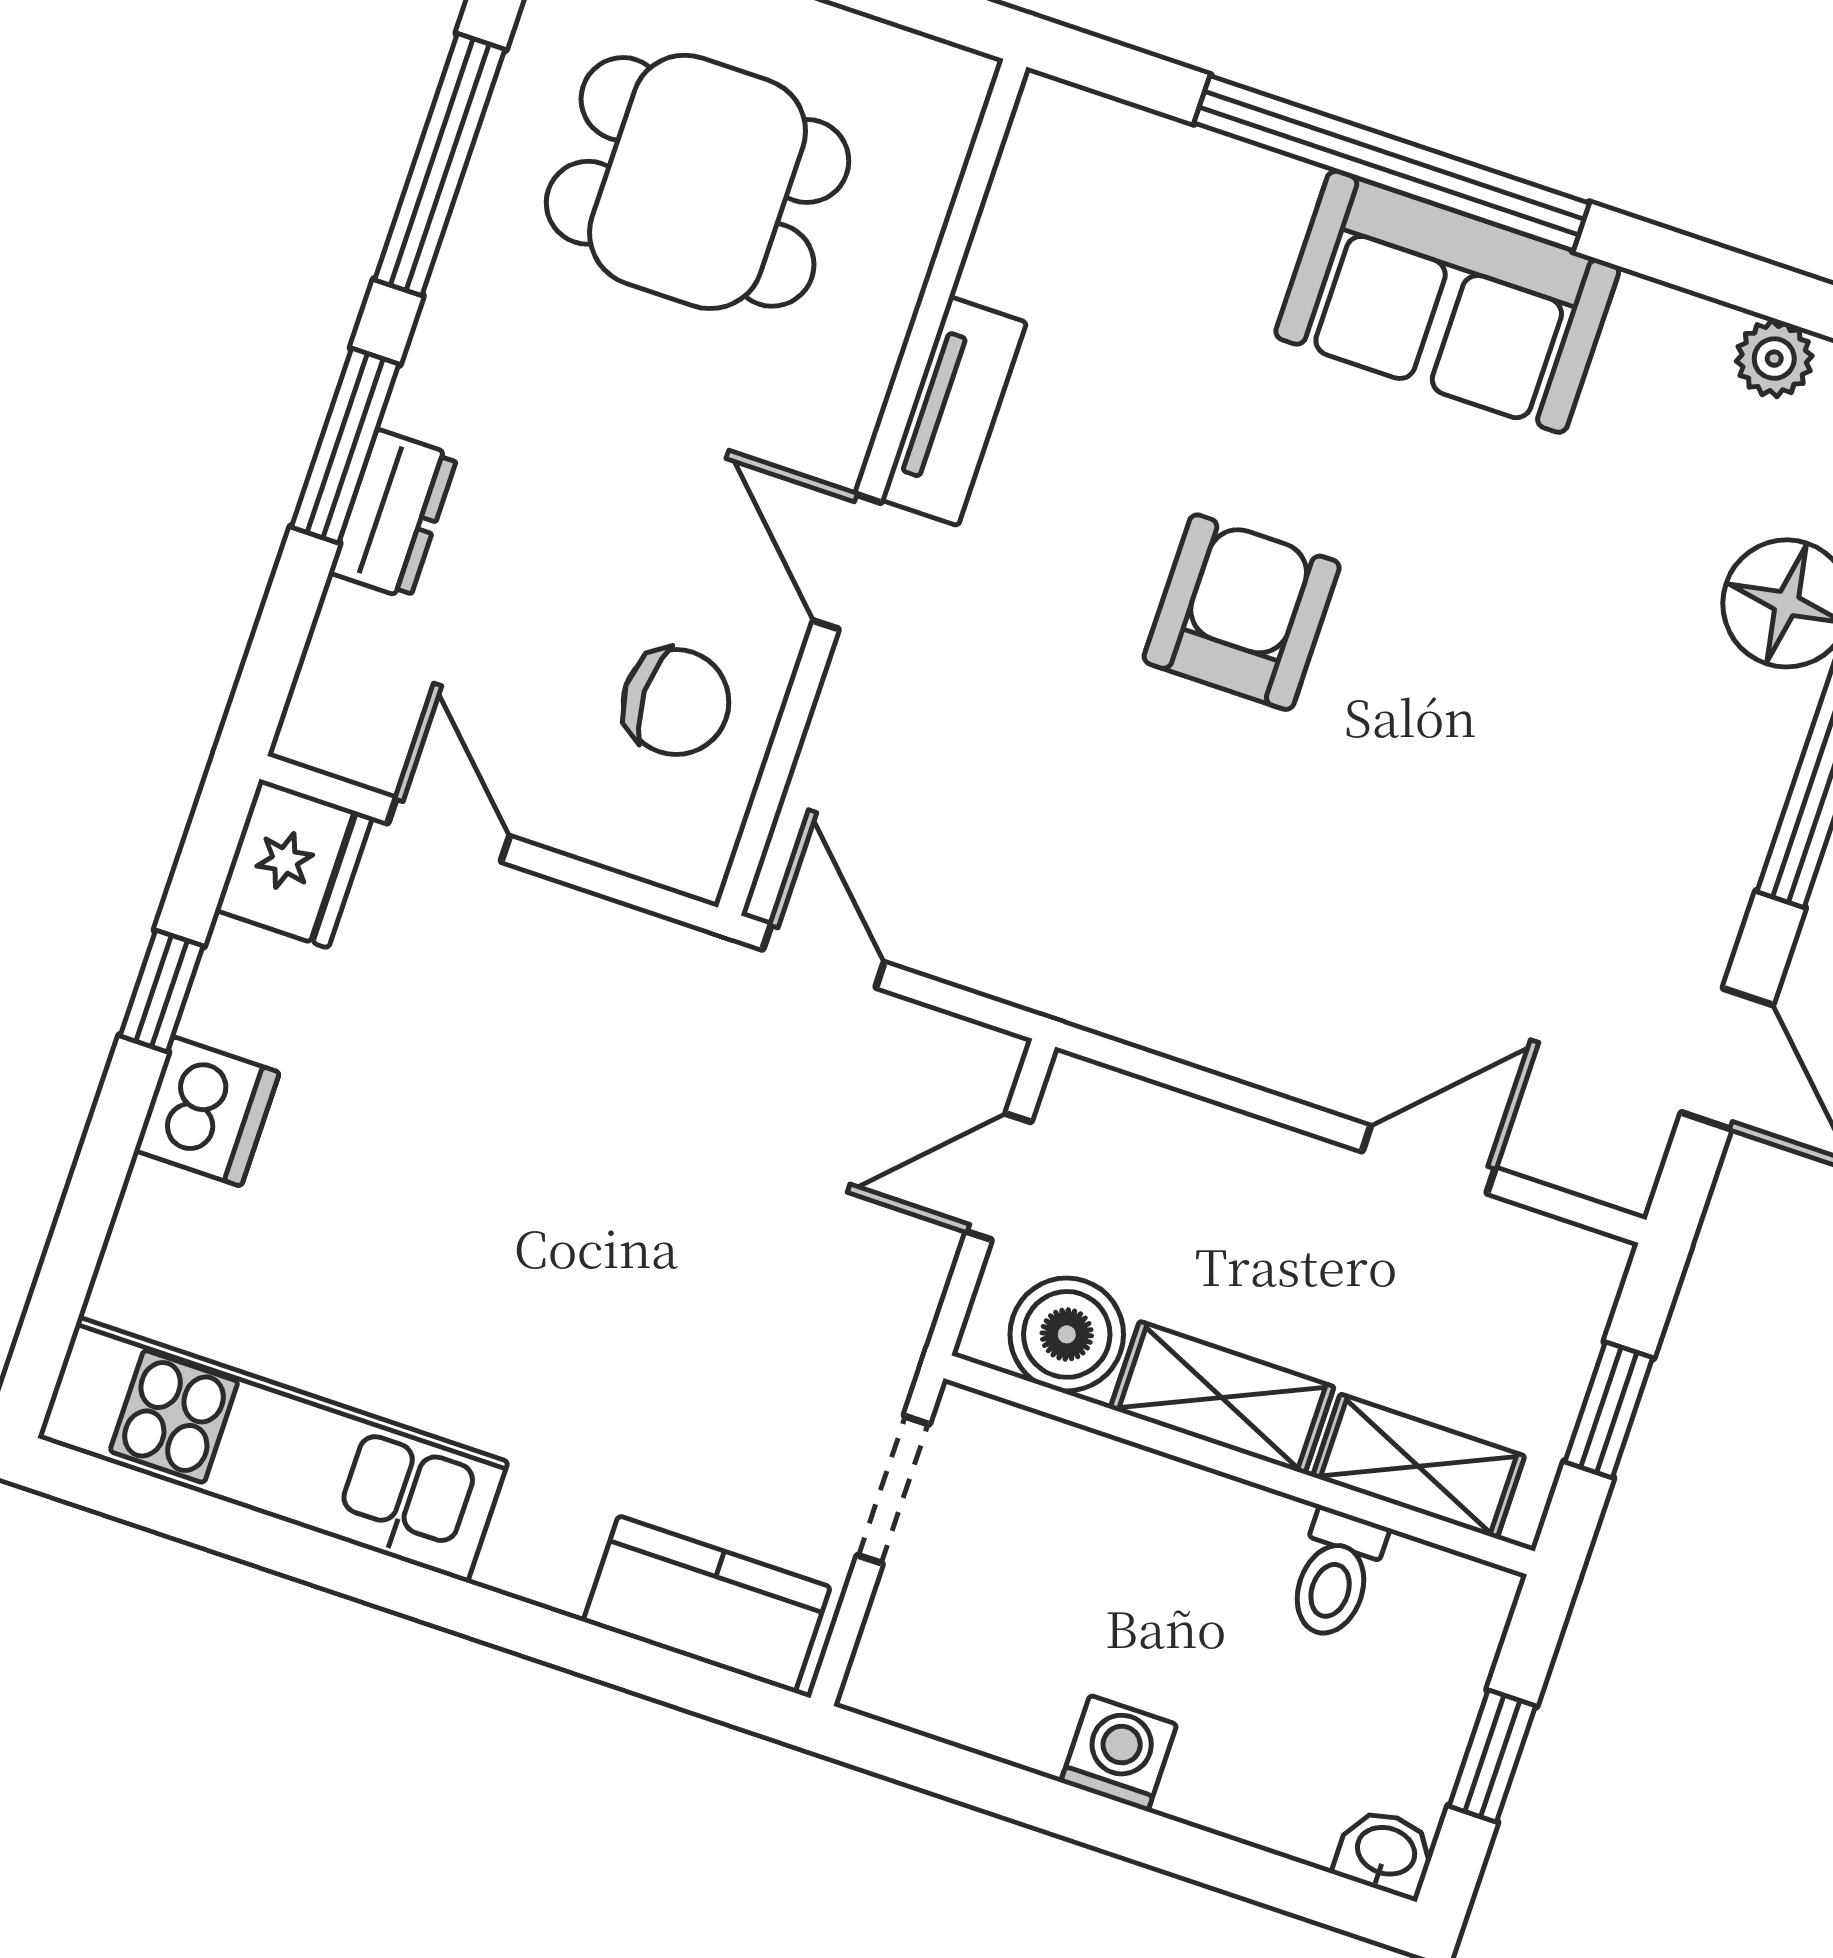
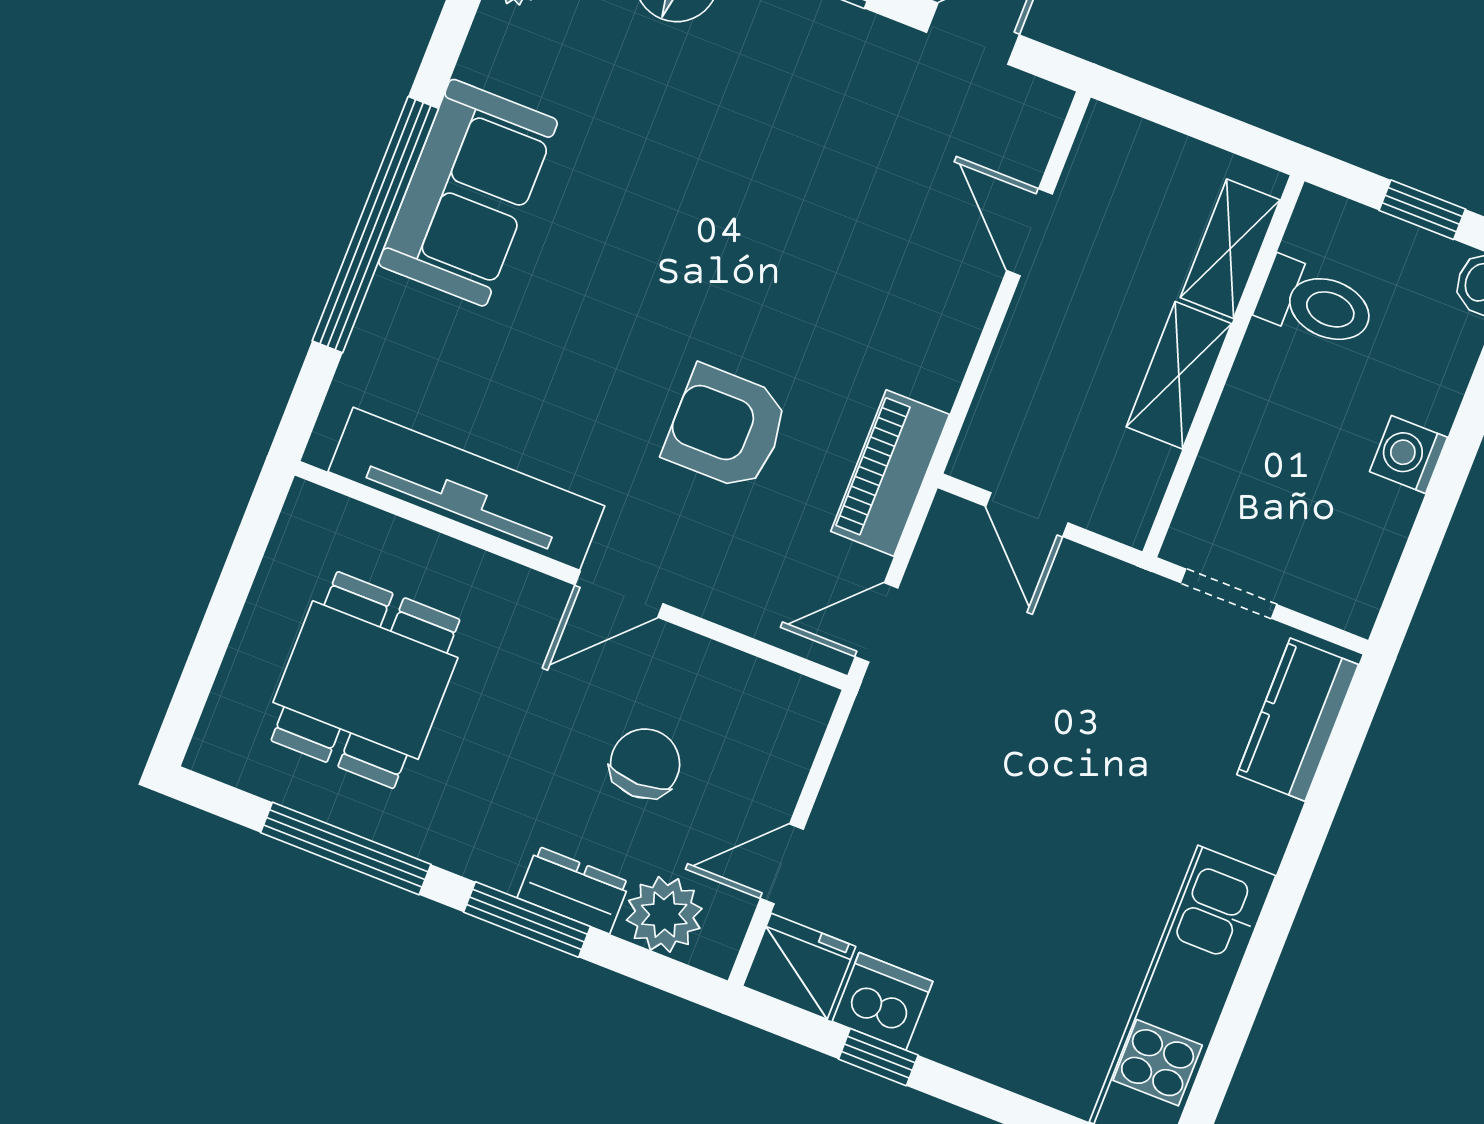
tv unit: (954, 411) -> (466, 489), width x1.92, depth x1.29
armchair: (1242, 612) -> (726, 428), moved
plant: (363, 654) -> (664, 914), added
chair: (676, 702) -> (645, 764), moved
piano: (1052, 965) -> (890, 473), added
dishwasher: (207, 1111) -> (882, 1001), moved
boiler: (1067, 1334) -> (1132, 475), removed
window: (1609, 1410) -> (1199, 122), removed
toilet: (1336, 1574) -> (1316, 304), width x1.37, depth x1.39

